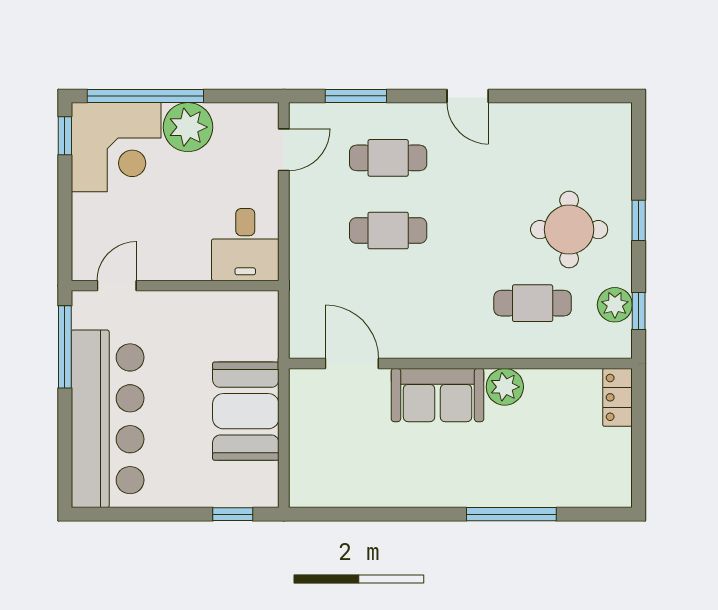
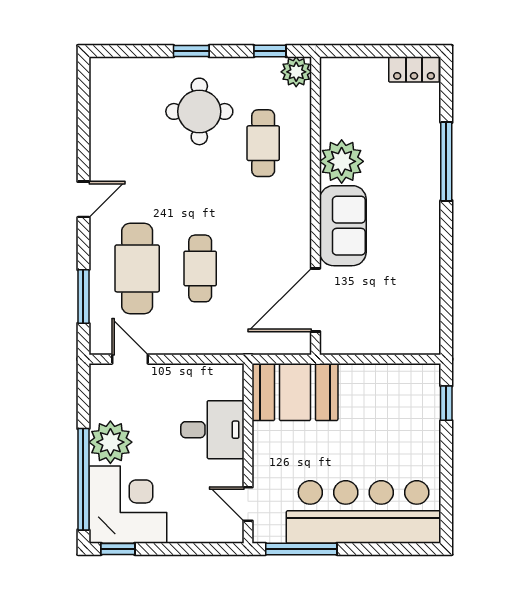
cafe table: (388, 158) -> (137, 268), width x1.37, depth x1.35
desk: (245, 245) -> (212, 430), moved
plant: (615, 305) -> (296, 72), moved
door: (352, 363) -> (315, 300), width x1.36
plant: (505, 387) -> (342, 161), width x1.36, depth x1.36
locker: (617, 397) -> (414, 69), moved
booth: (246, 411) -> (295, 392), moved

